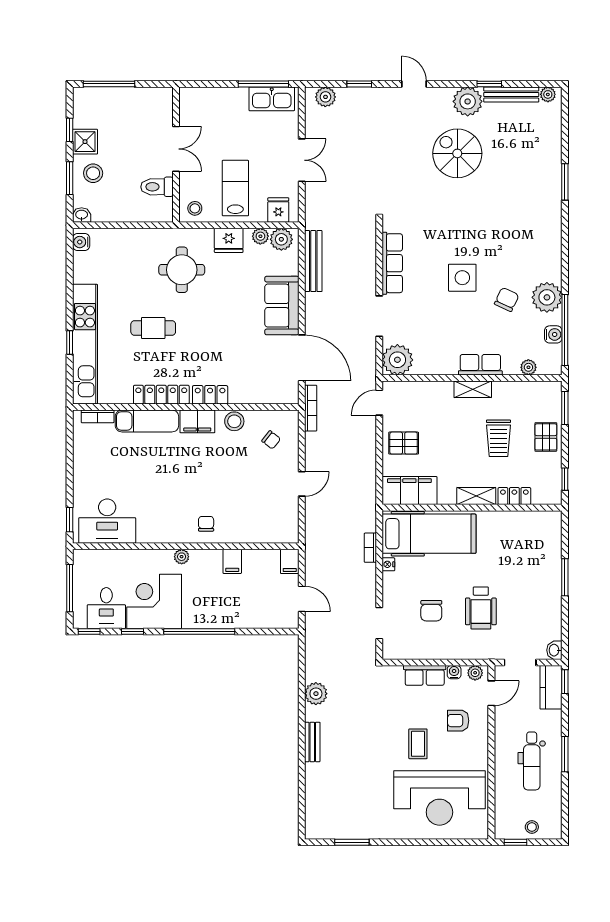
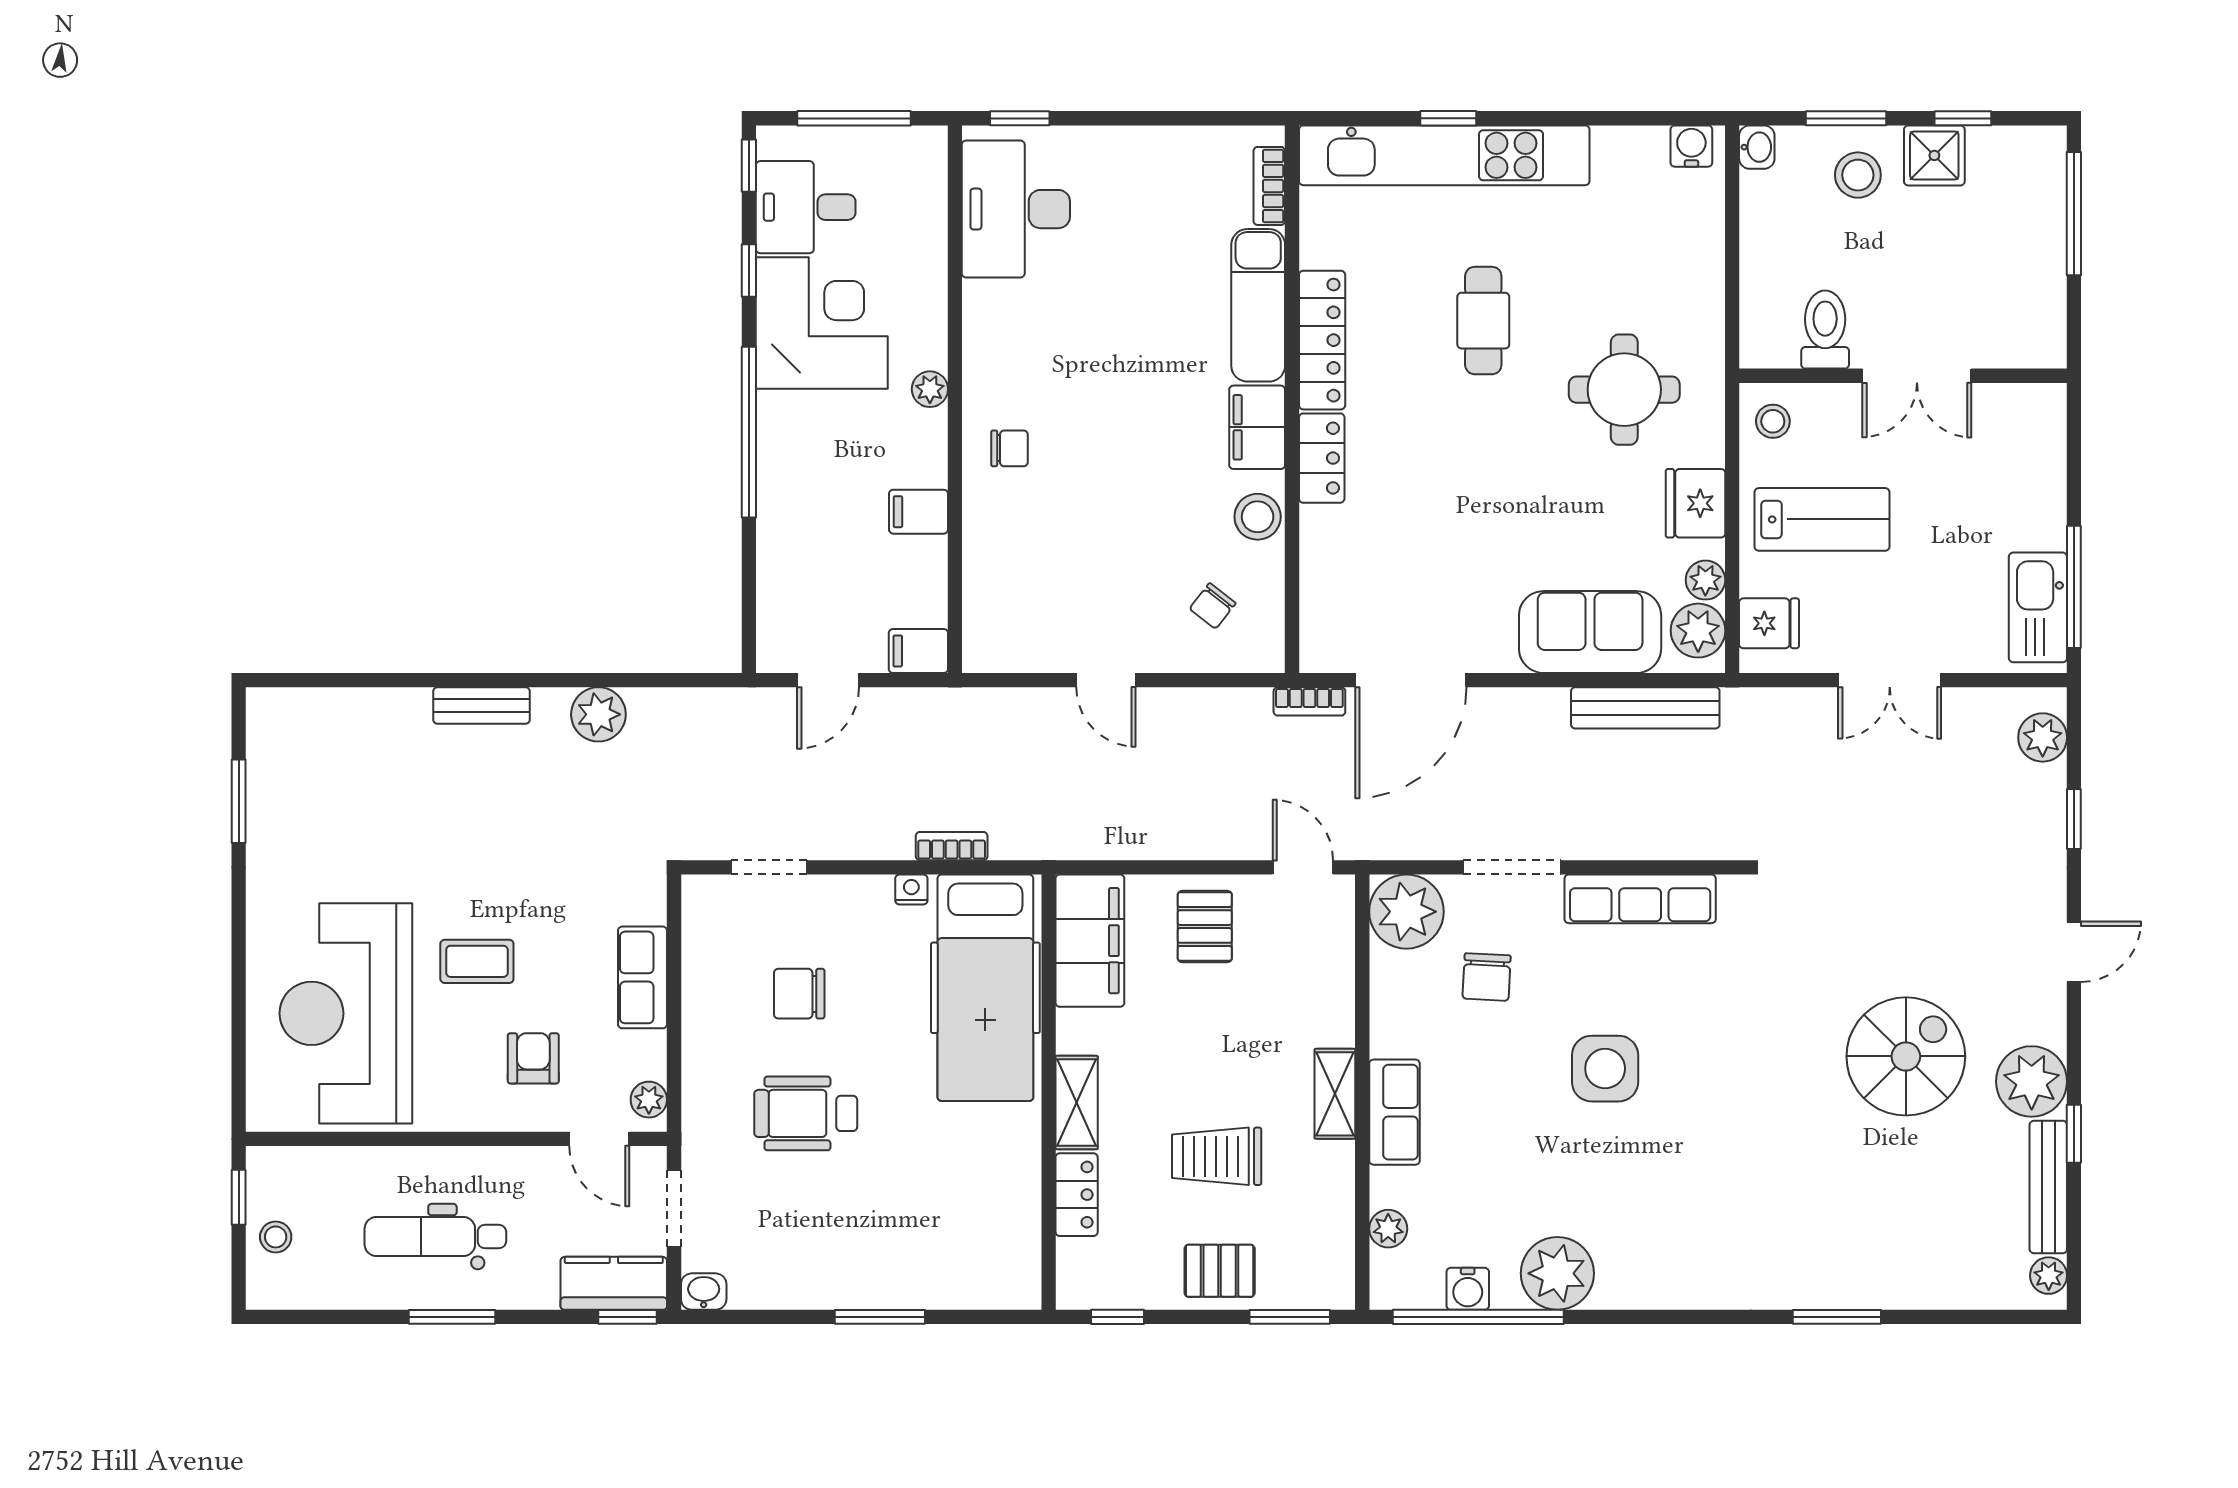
chair: (507, 299) -> (1487, 977), moved, turned 68
sofa: (282, 306) -> (1590, 632), moved
bookcase: (311, 408) -> (1309, 701), width x0.64
water cooler: (454, 672) -> (650, 1049), removed

